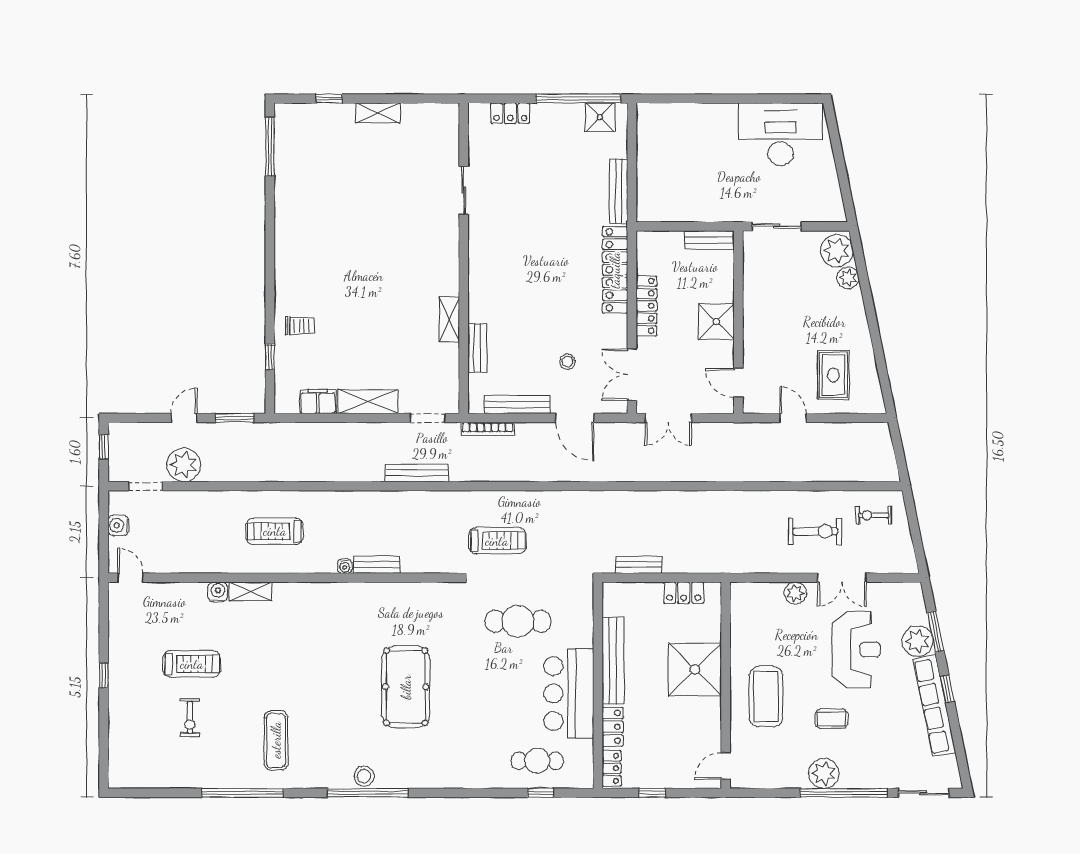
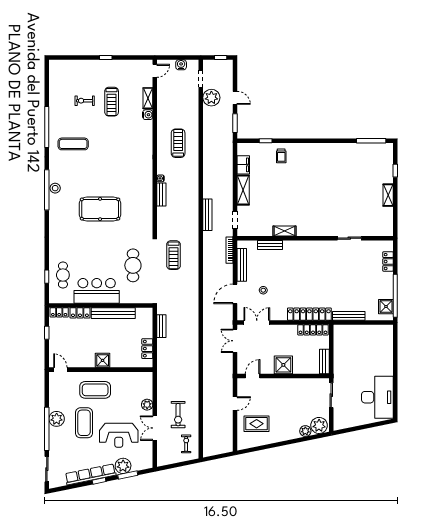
locker: (647, 306) -> (313, 330), moved
shelving: (251, 591) -> (148, 98), moved
shower: (695, 669) -> (103, 360), width x0.54, depth x0.54
coffee table: (831, 719) -> (84, 423), width x1.86, depth x1.72

